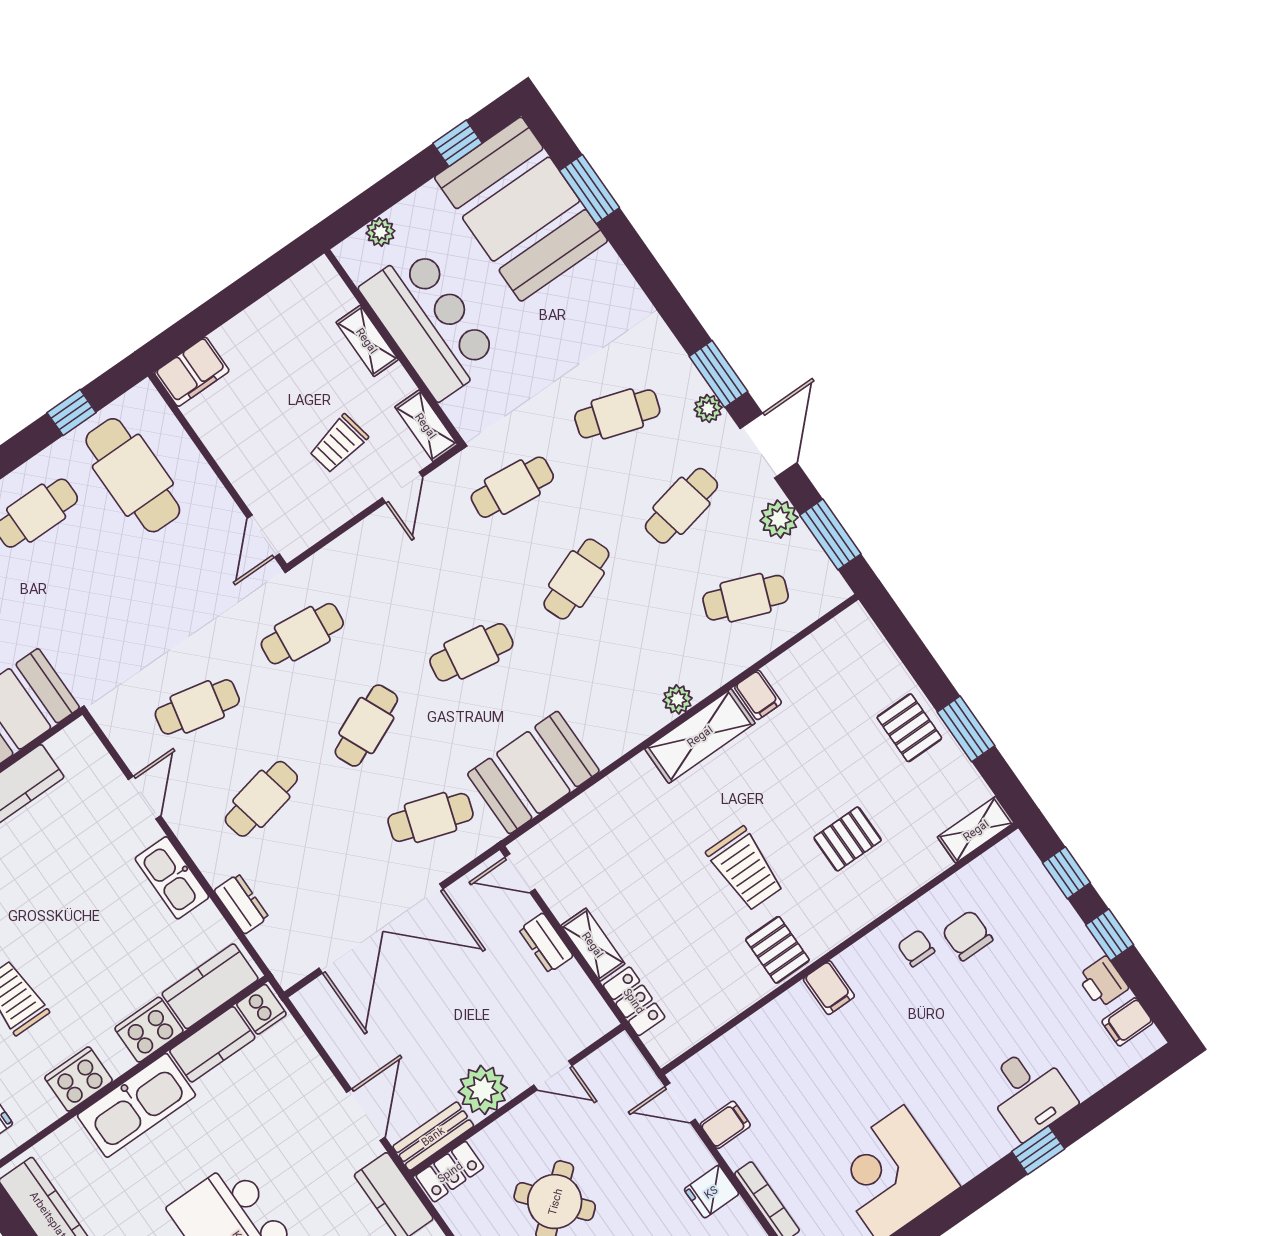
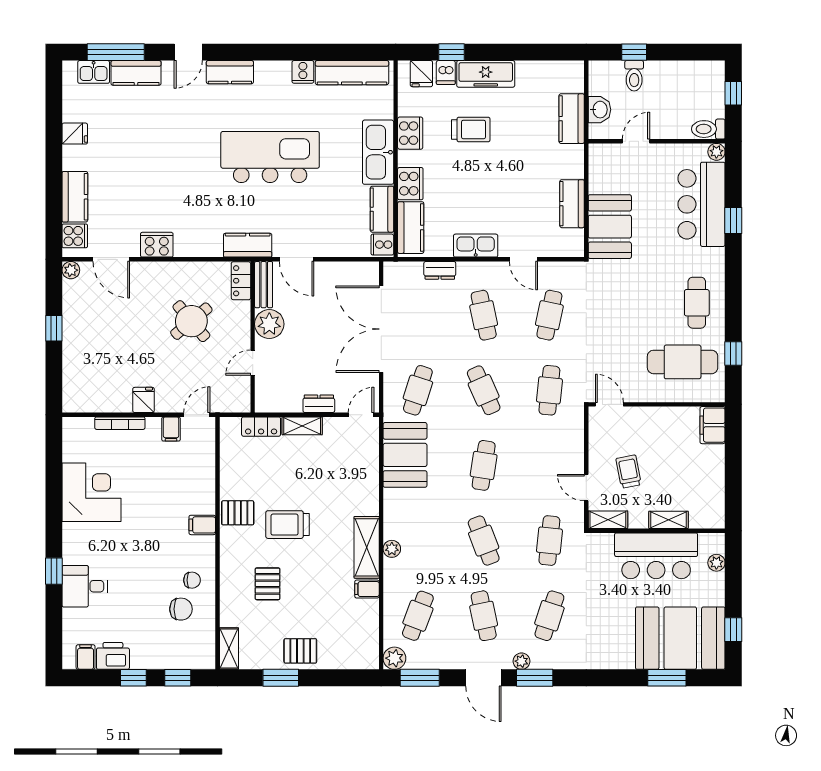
plant: (779, 519) -> (394, 658), moved
printer: (1103, 982) -> (113, 656), width x1.36, depth x1.24

